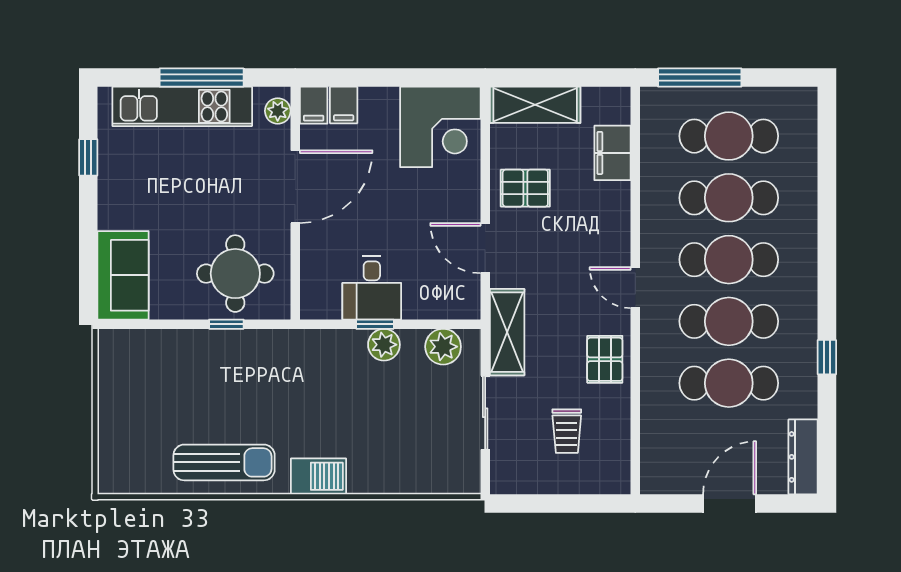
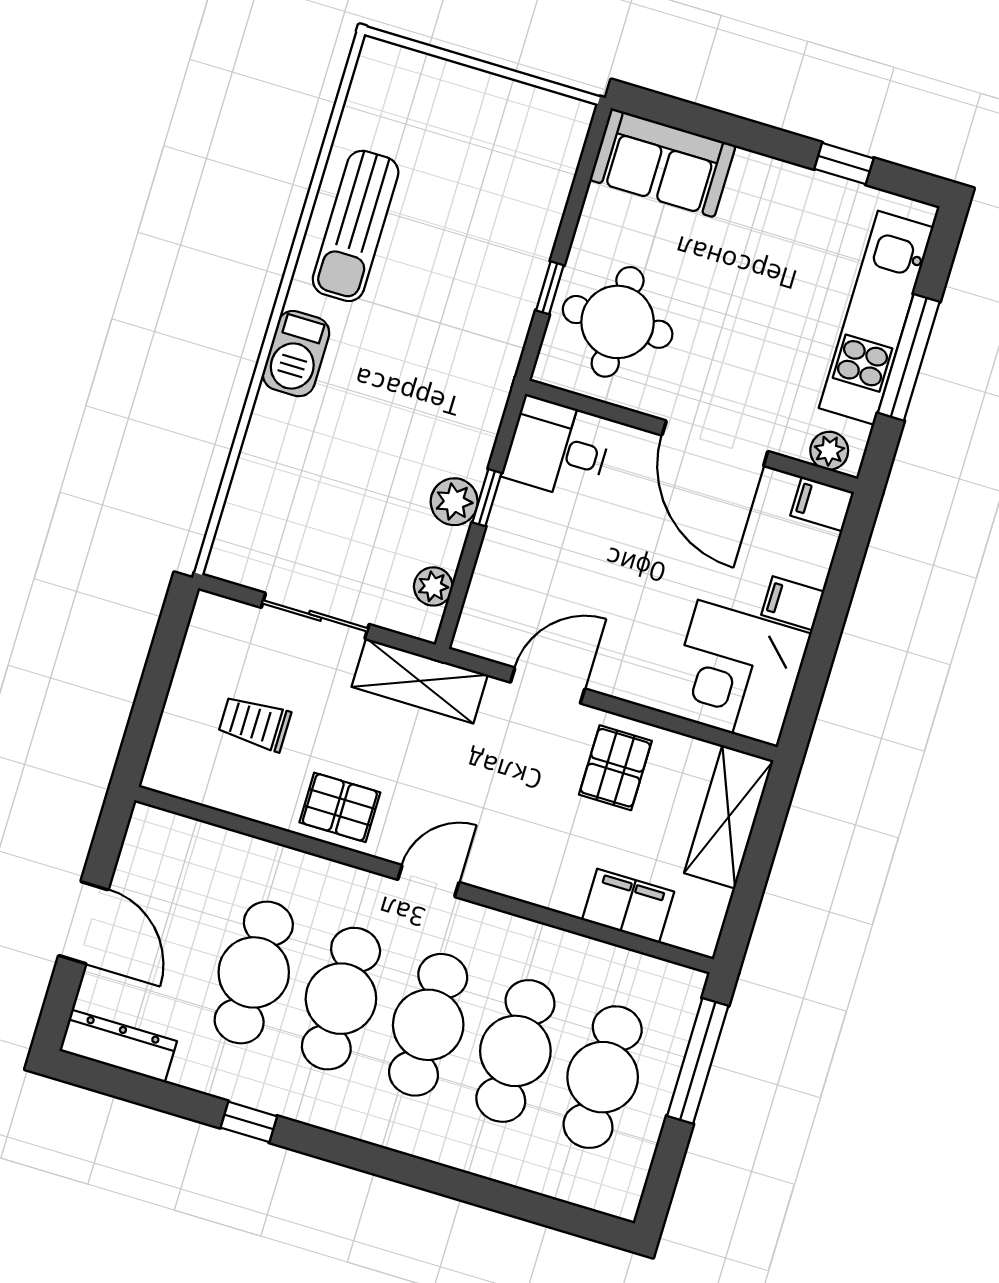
filing cabinet: (344, 105) -> (793, 603), moved
desk: (372, 288) -> (558, 448), moved
plant: (443, 347) -> (433, 586), width x0.73, depth x0.73

